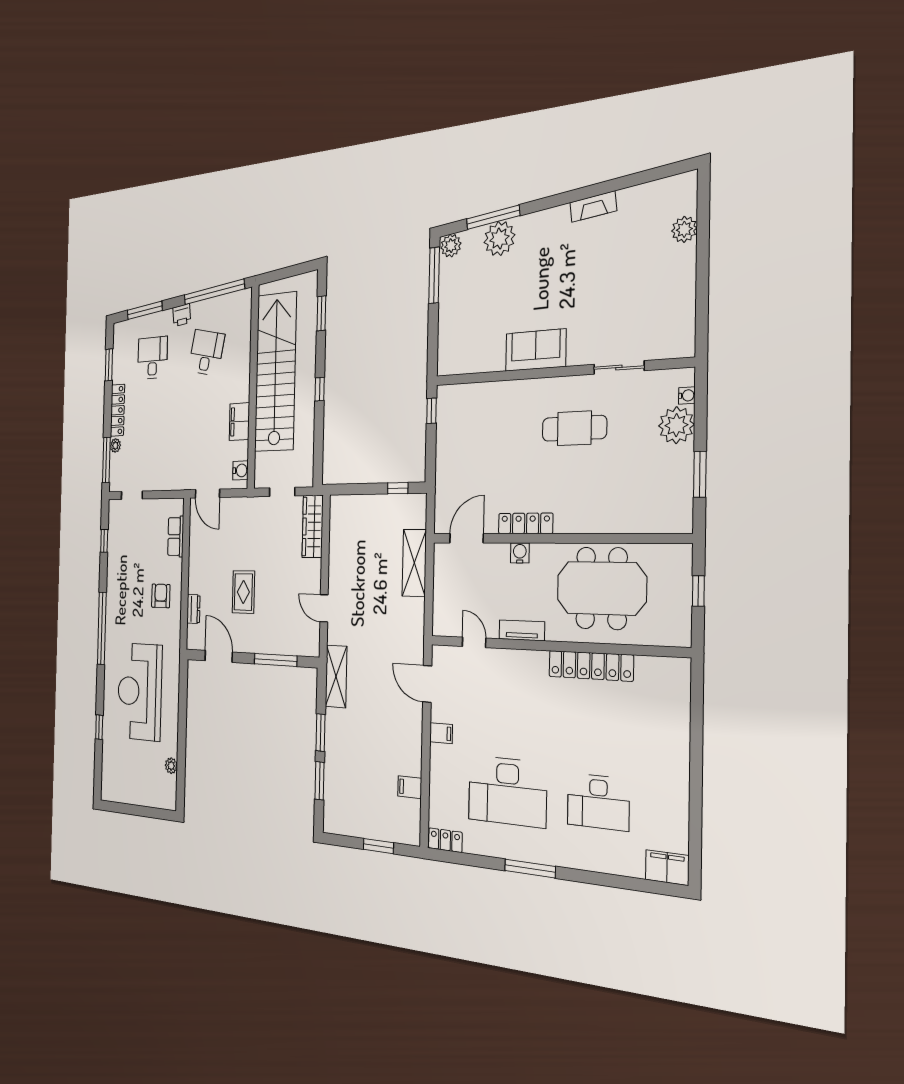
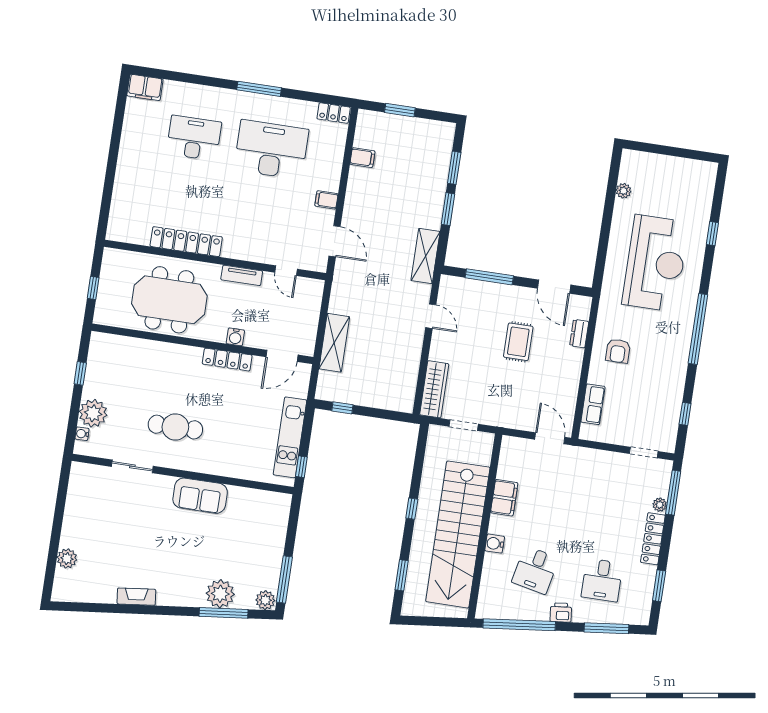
kitchen unit: (447, 443) -> (290, 437), added
water cooler: (240, 470) -> (495, 544), moved
window: (700, 474) -> (80, 373), width x0.67

